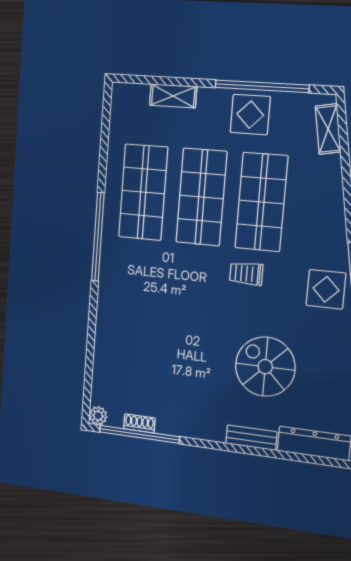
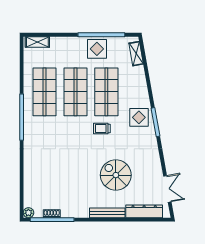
shelving: (173, 96) -> (37, 42), moved
display table: (326, 289) -> (139, 117), moved
bench: (251, 438) -> (107, 213), width x1.36

